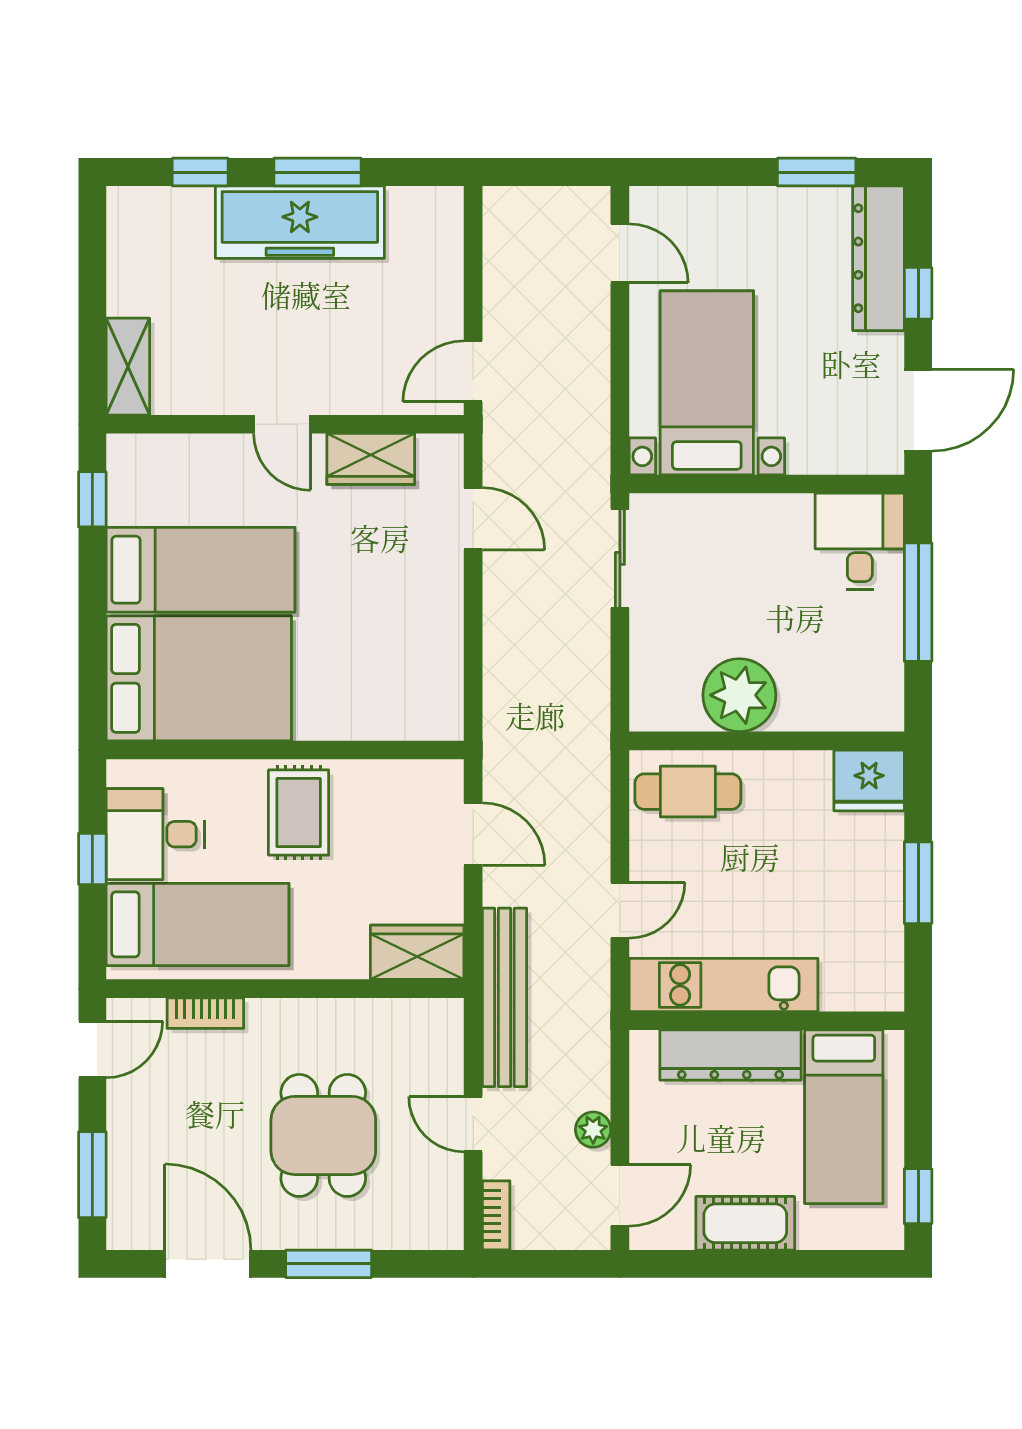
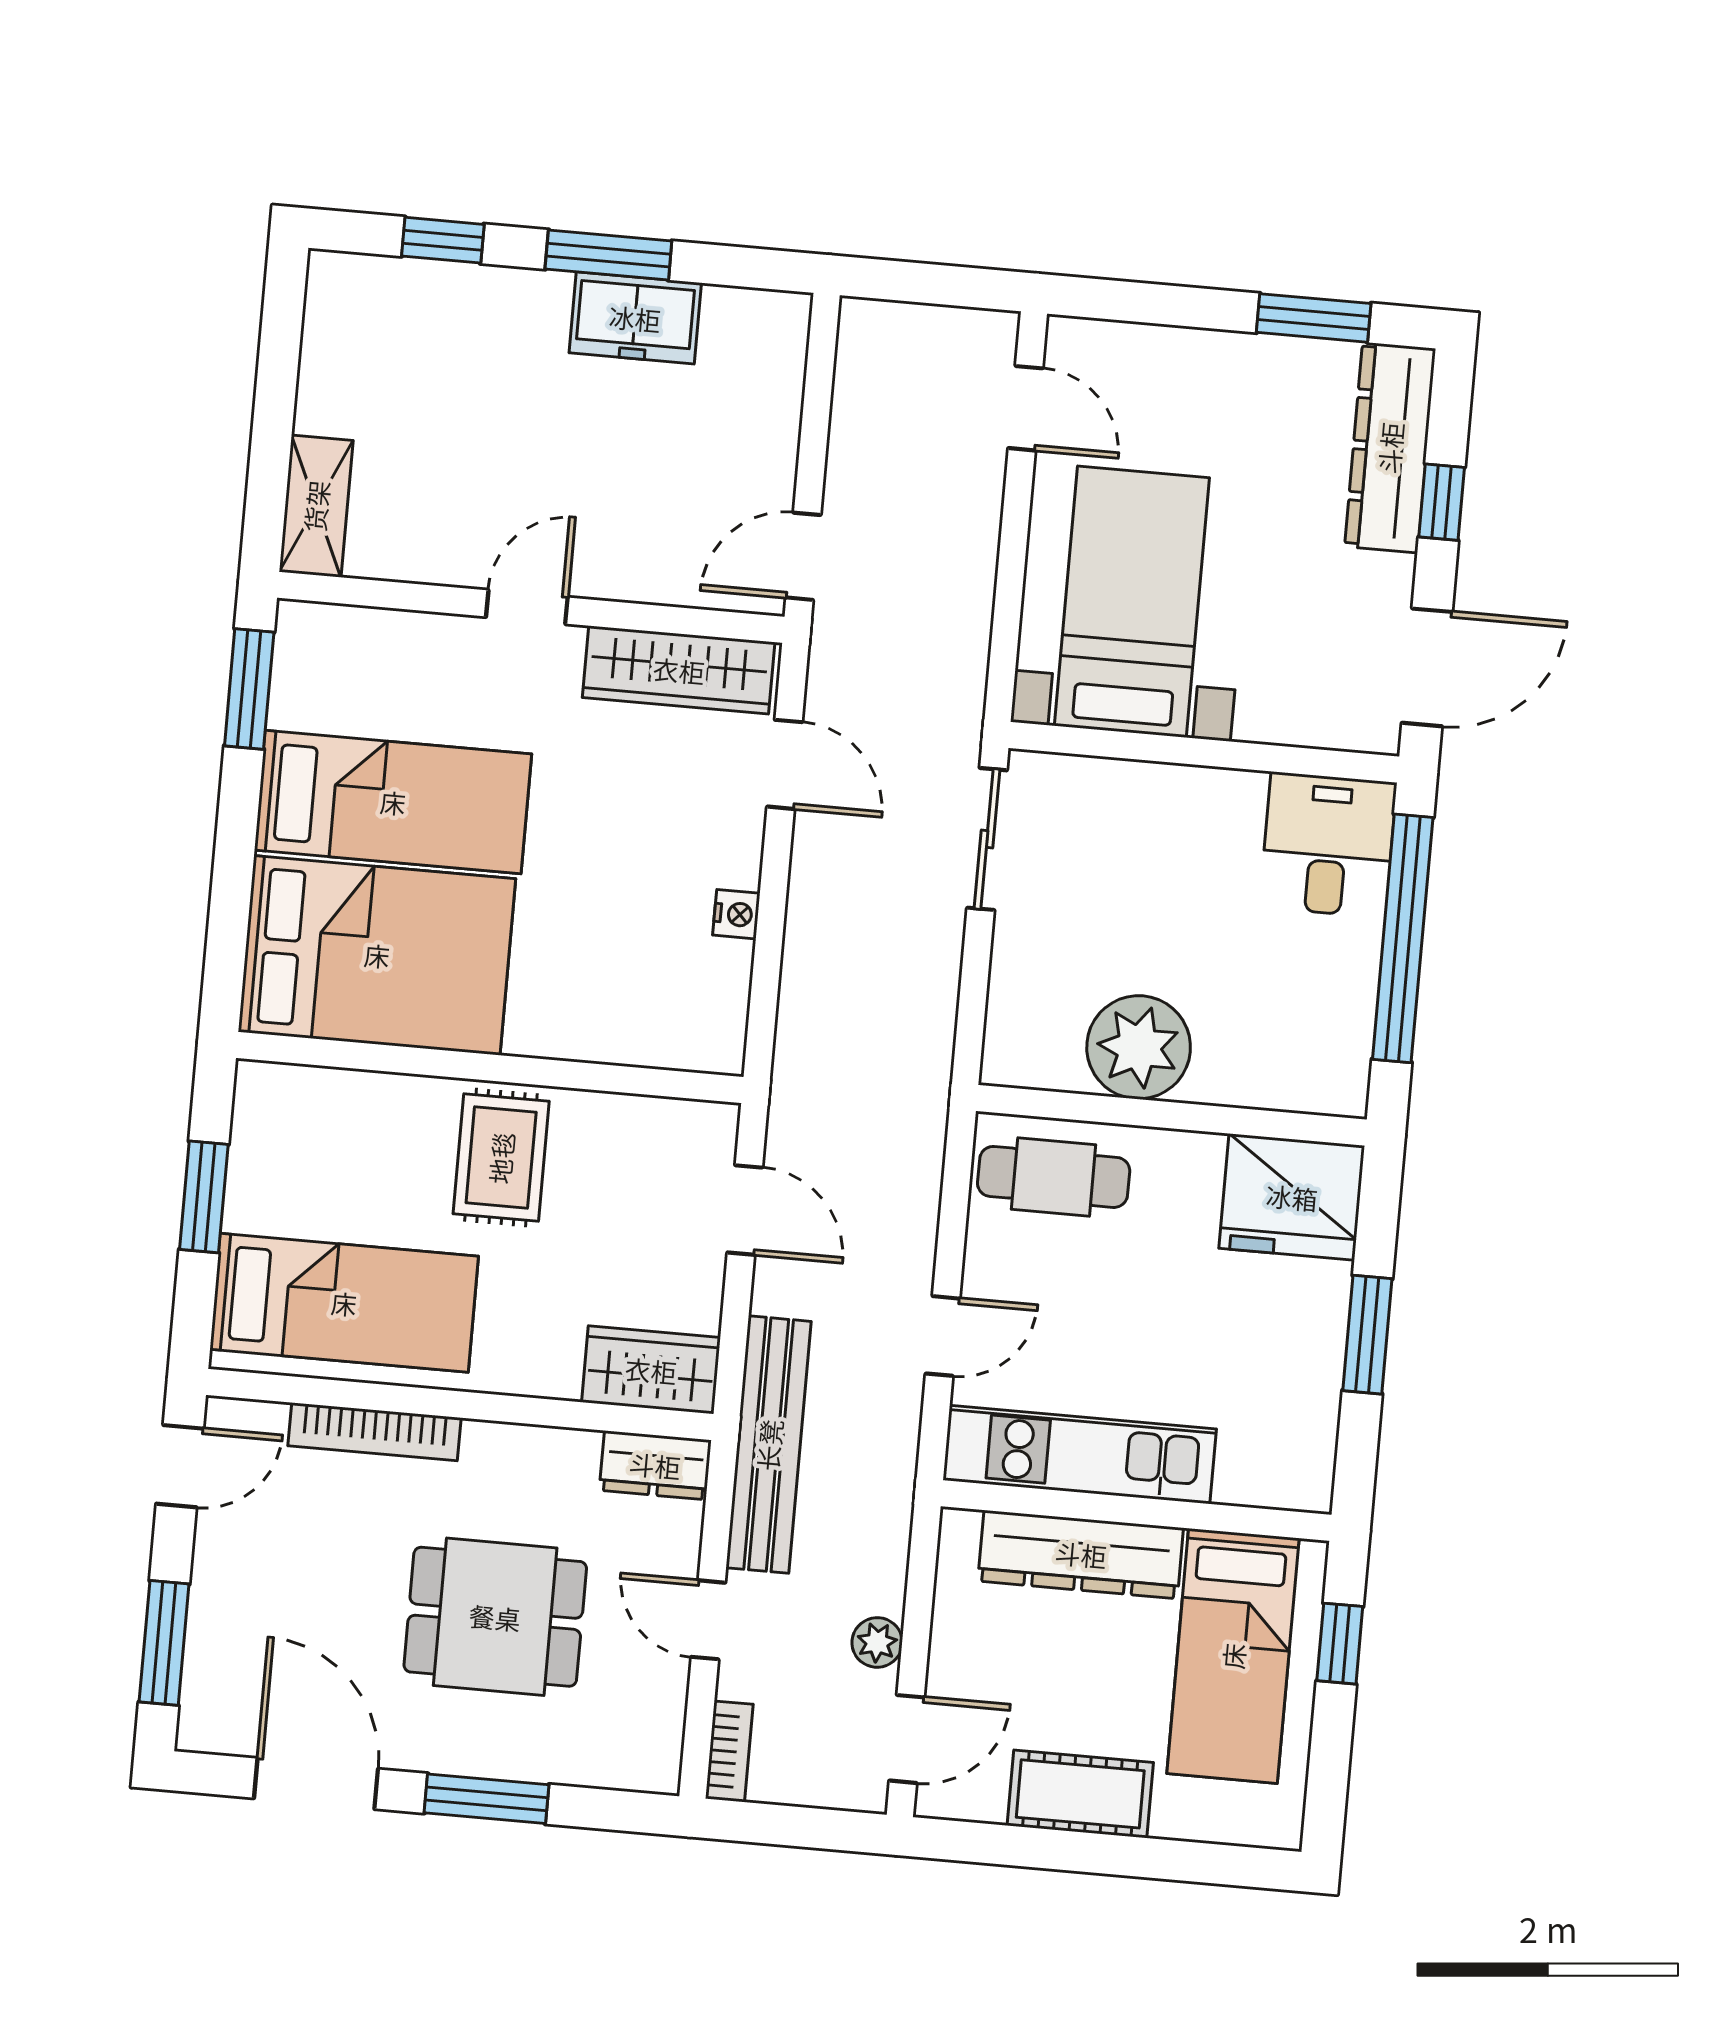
freezer: (300, 222) -> (635, 318), width x0.52, depth x0.79
door: (282, 424) -> (527, 607), swing flipped
wardrobe: (371, 459) -> (679, 670), width x1.50
window: (92, 499) -> (249, 689), width x1.50
window: (918, 602) -> (1403, 938), width x1.46
nightstand: (449, 627) -> (736, 914), added
fridge: (869, 780) -> (1292, 1197), width x1.36, depth x1.34
desk: (155, 834) -> (296, 1170), removed
window: (92, 859) -> (204, 1197), width x1.50
bookcase: (205, 1013) -> (374, 1432), width x1.56
dresser: (426, 1019) -> (655, 1465), added
dining table: (323, 1135) -> (495, 1617), turned 90
window: (918, 1196) -> (1340, 1644), moved

